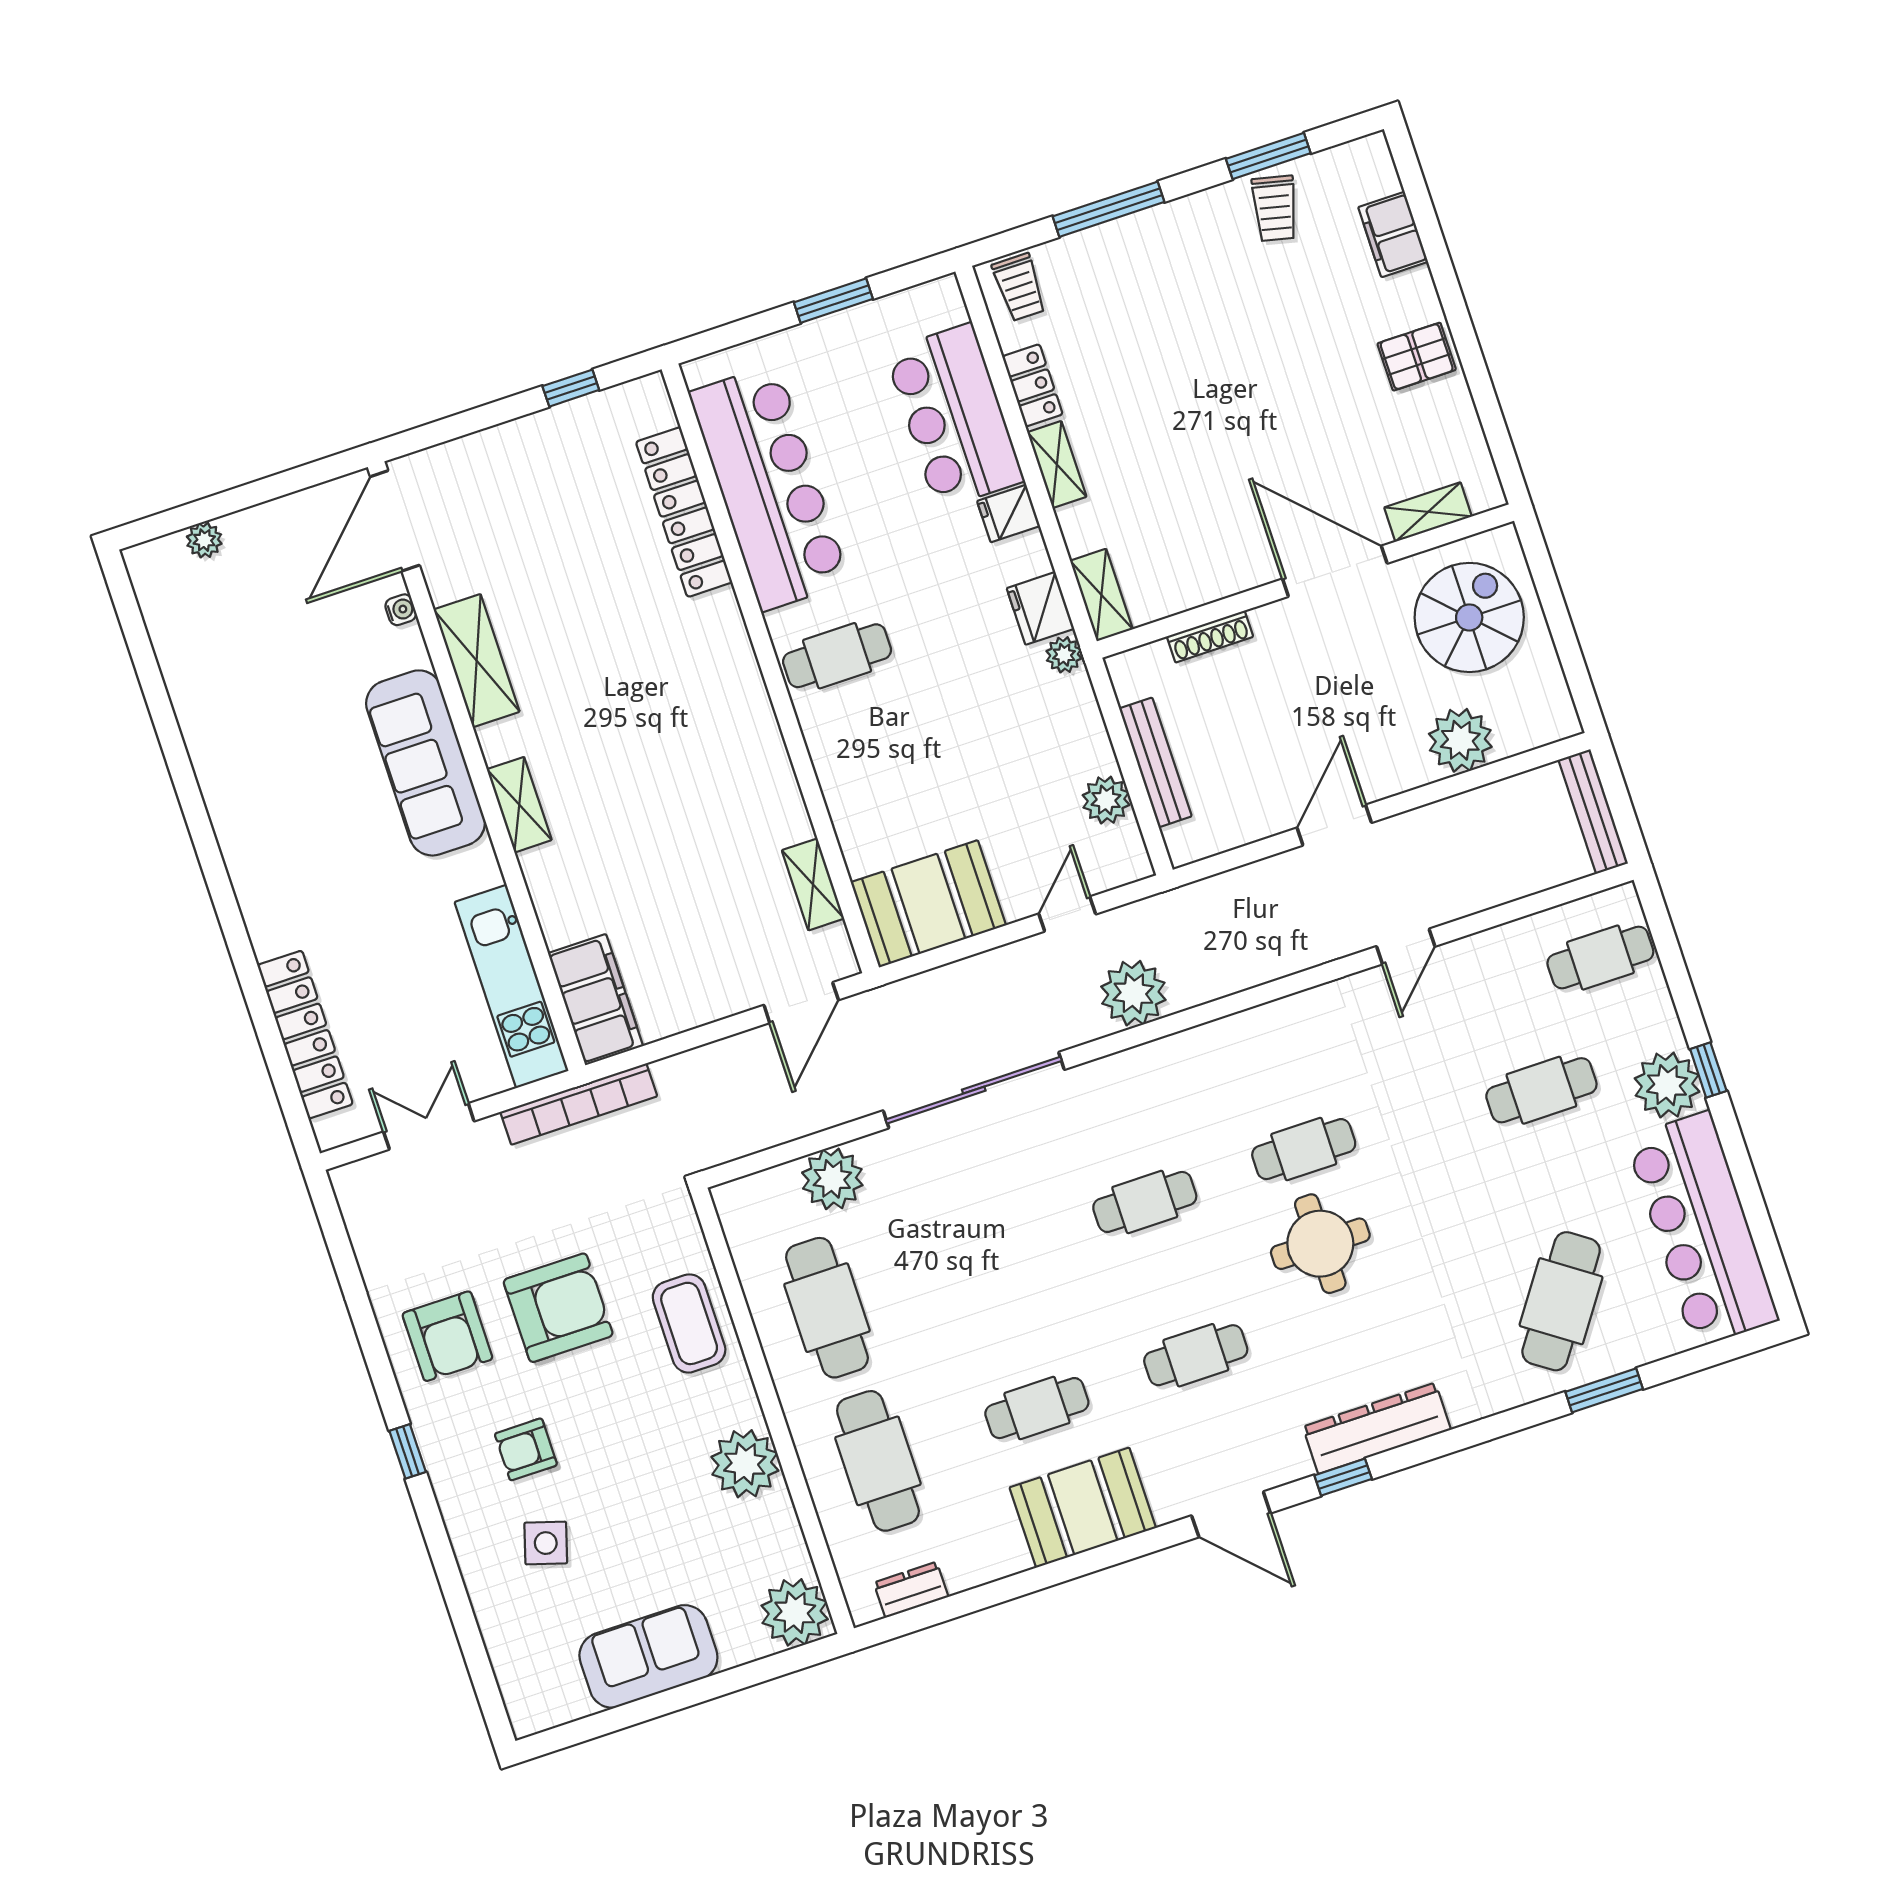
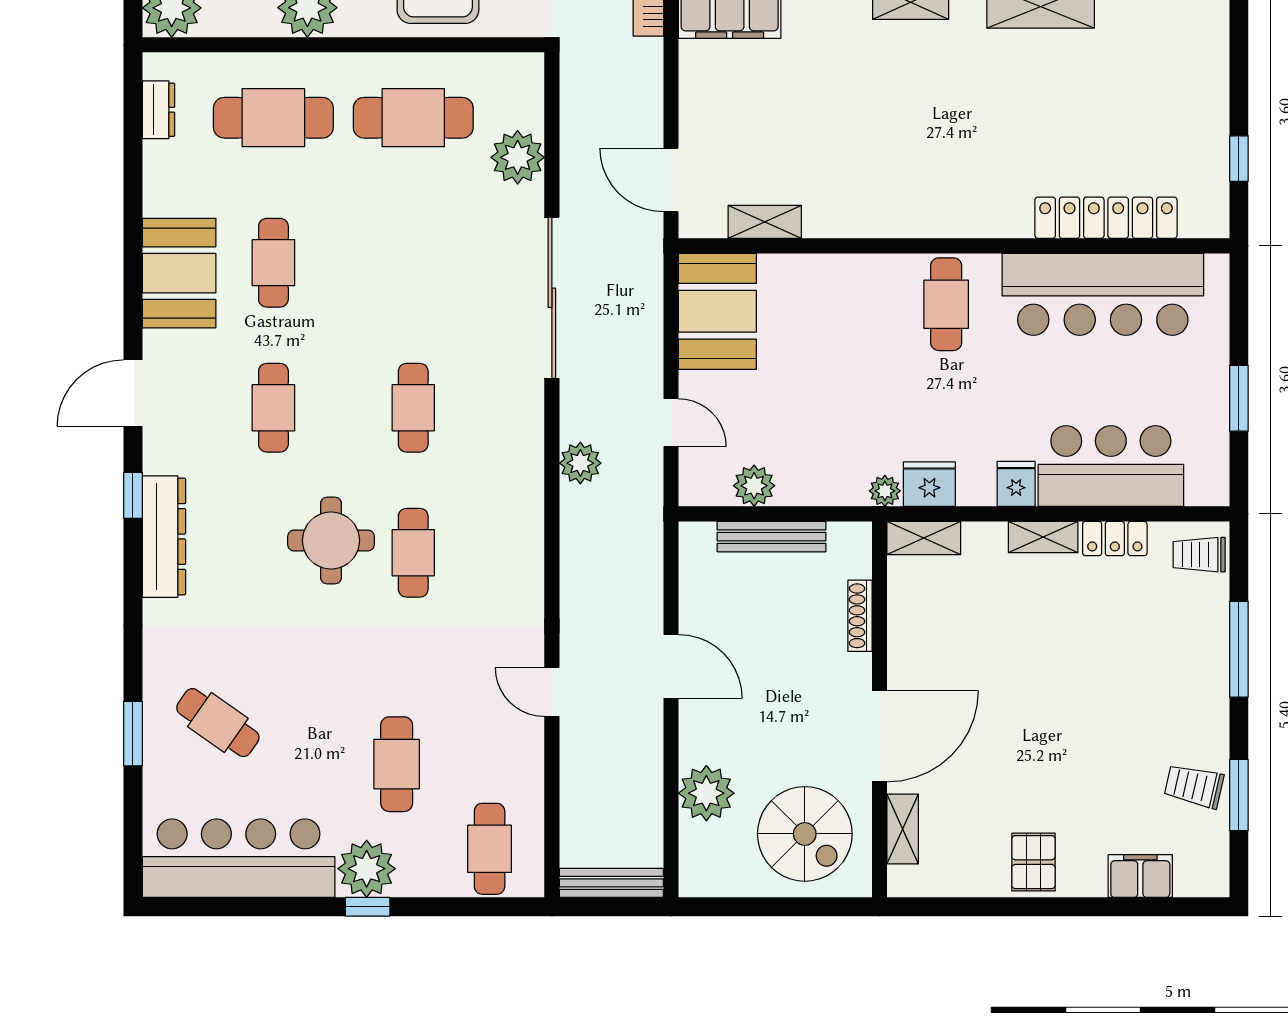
plant: (1133, 993) -> (580, 463), width x0.73, depth x0.73
cafe table: (1561, 1301) -> (218, 723), width x0.73, depth x0.74

